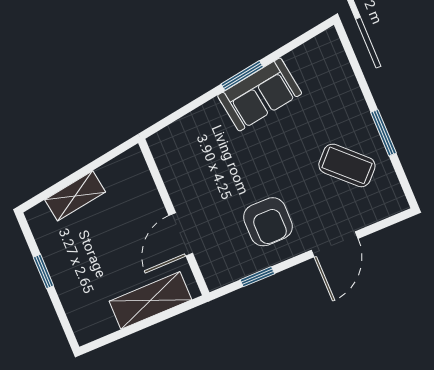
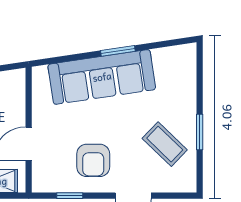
sofa: (260, 95) -> (102, 77), width x1.85, depth x1.27

